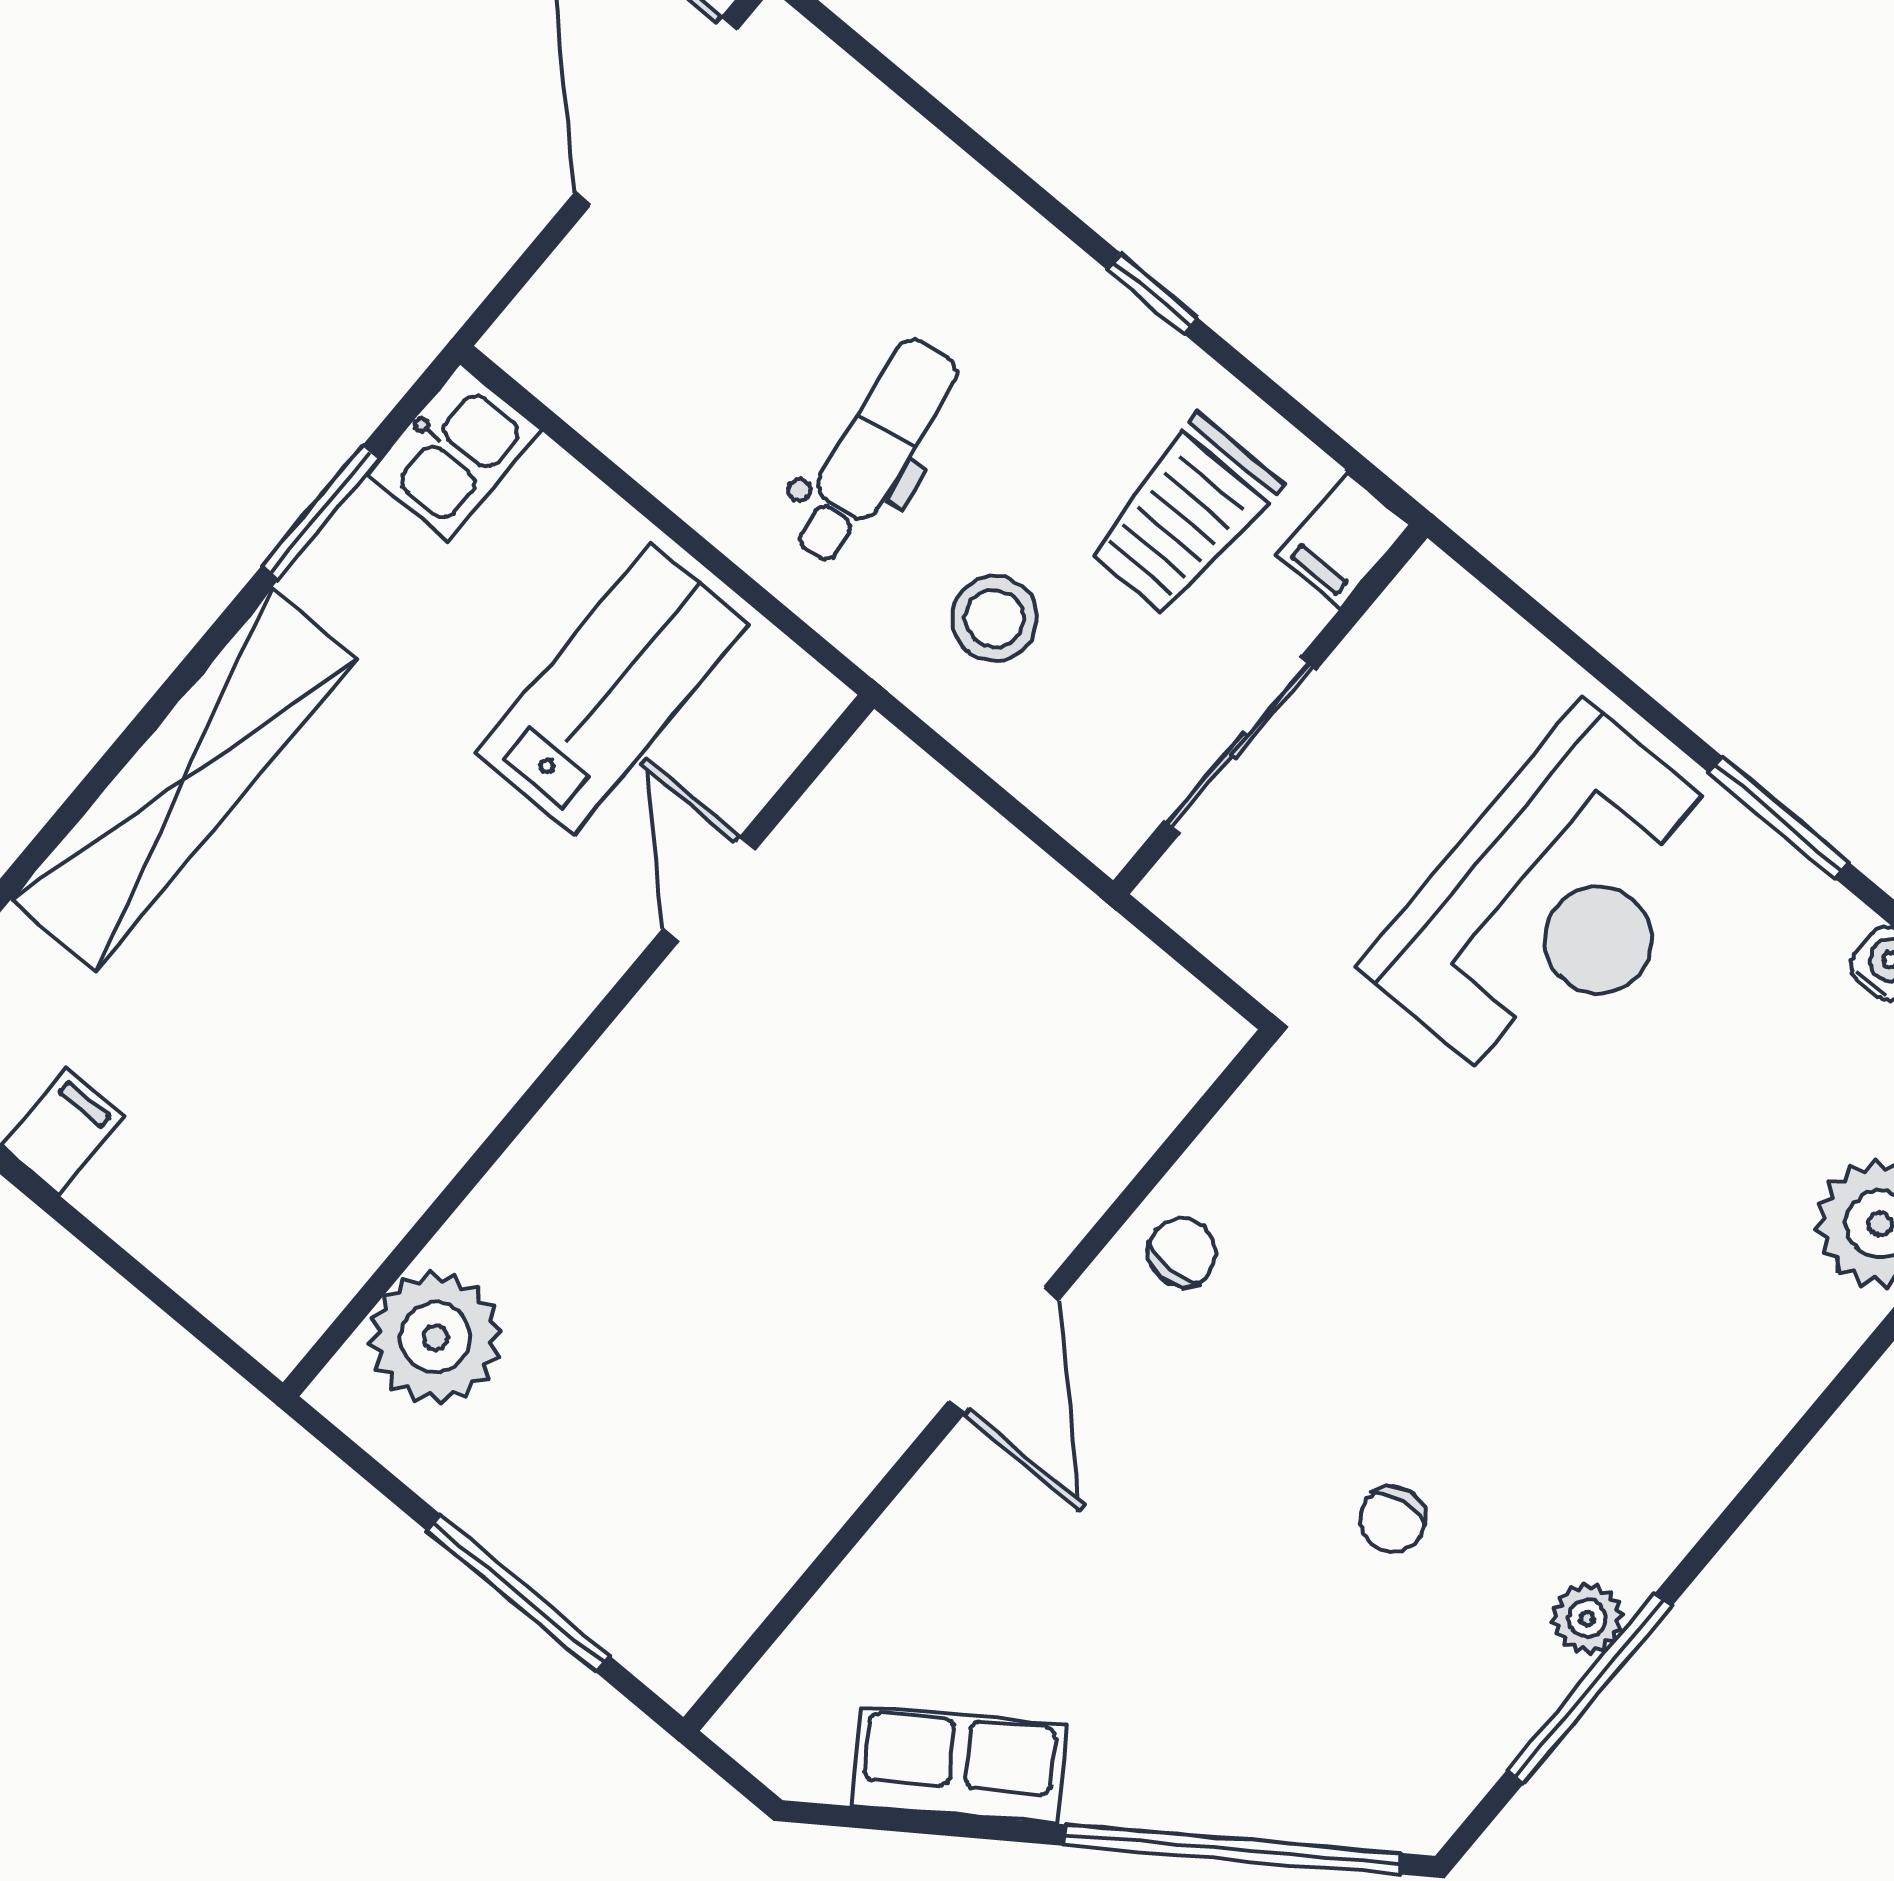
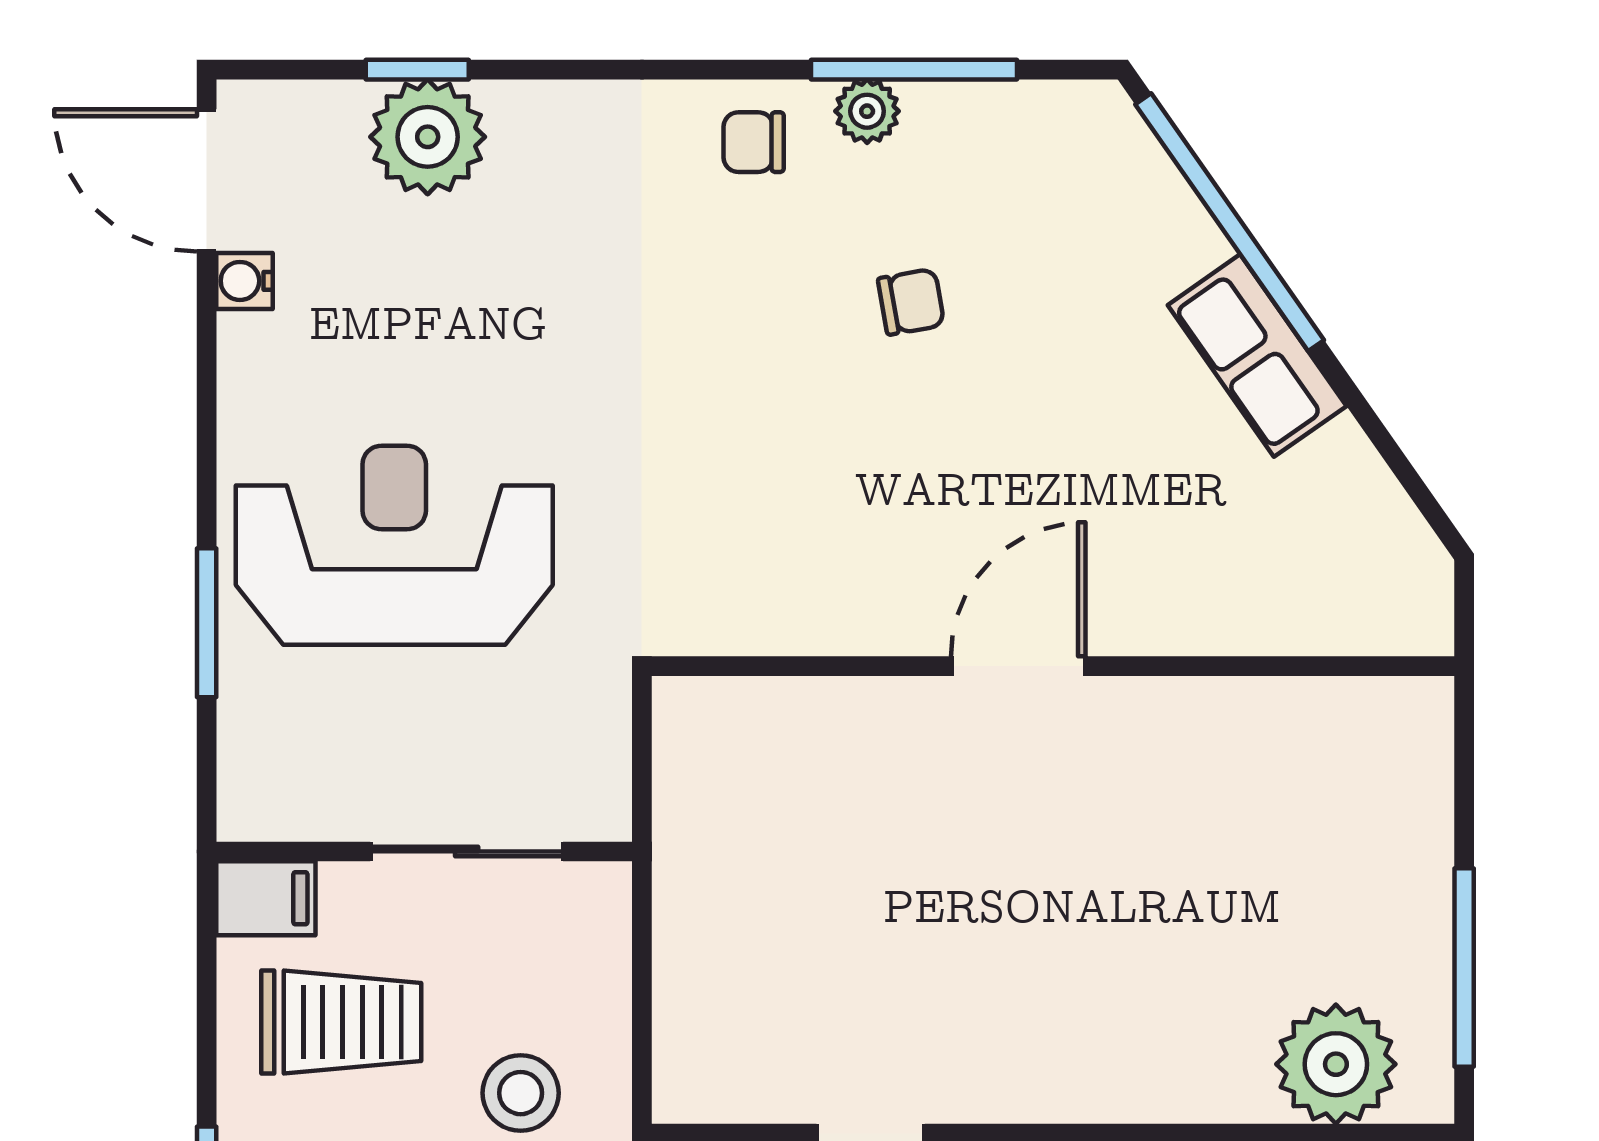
window: (1779, 818) -> (207, 623), moved
chair: (1182, 1252) -> (754, 142), moved
window: (519, 1594) -> (1464, 968), moved
row of seats: (959, 1765) -> (1257, 356), moved

